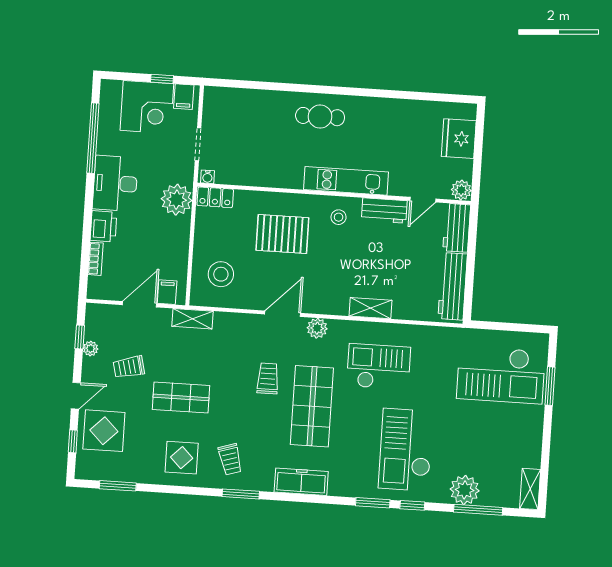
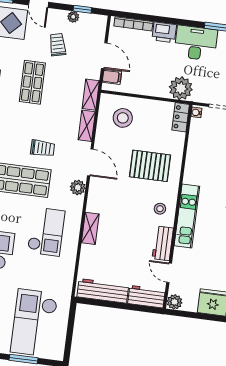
pallet: (282, 234) -> (150, 166), turned 90
bookcase: (95, 259) -> (133, 24), width x1.56
shelving: (234, 322) -> (87, 126), added

